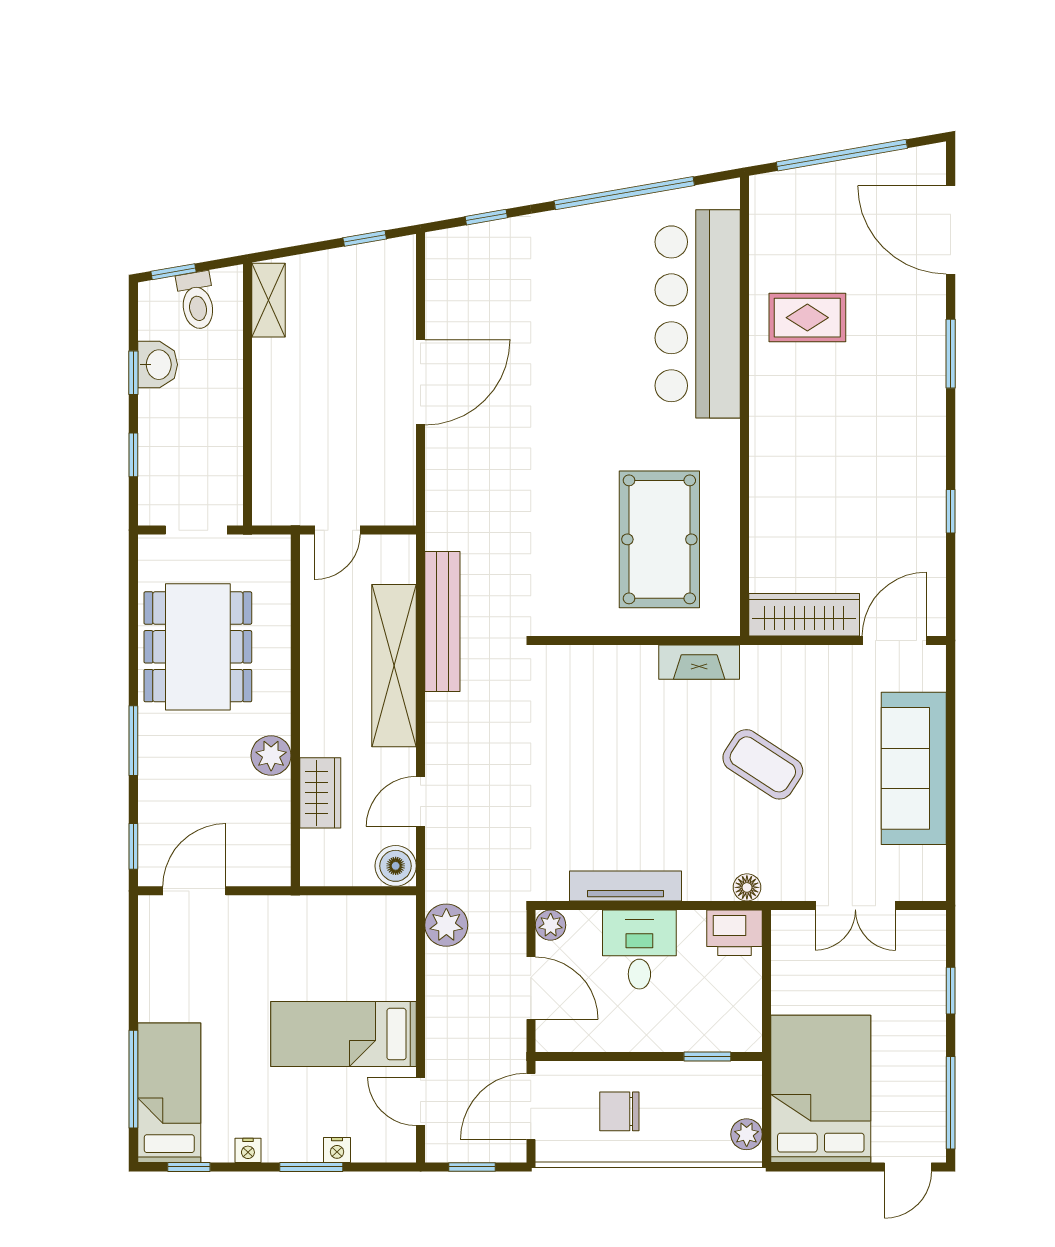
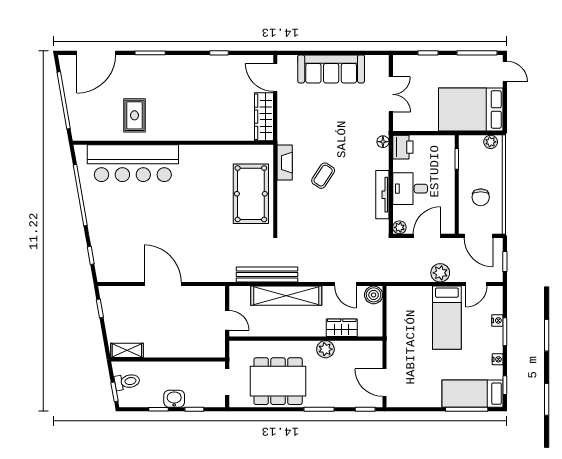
washbasin: (158, 365) -> (174, 399), moved
pool table: (659, 539) -> (251, 194), moved, turned 90
coffee table: (763, 764) -> (323, 176), moved, width x0.73, depth x0.77
plant: (446, 925) -> (440, 273), moved

